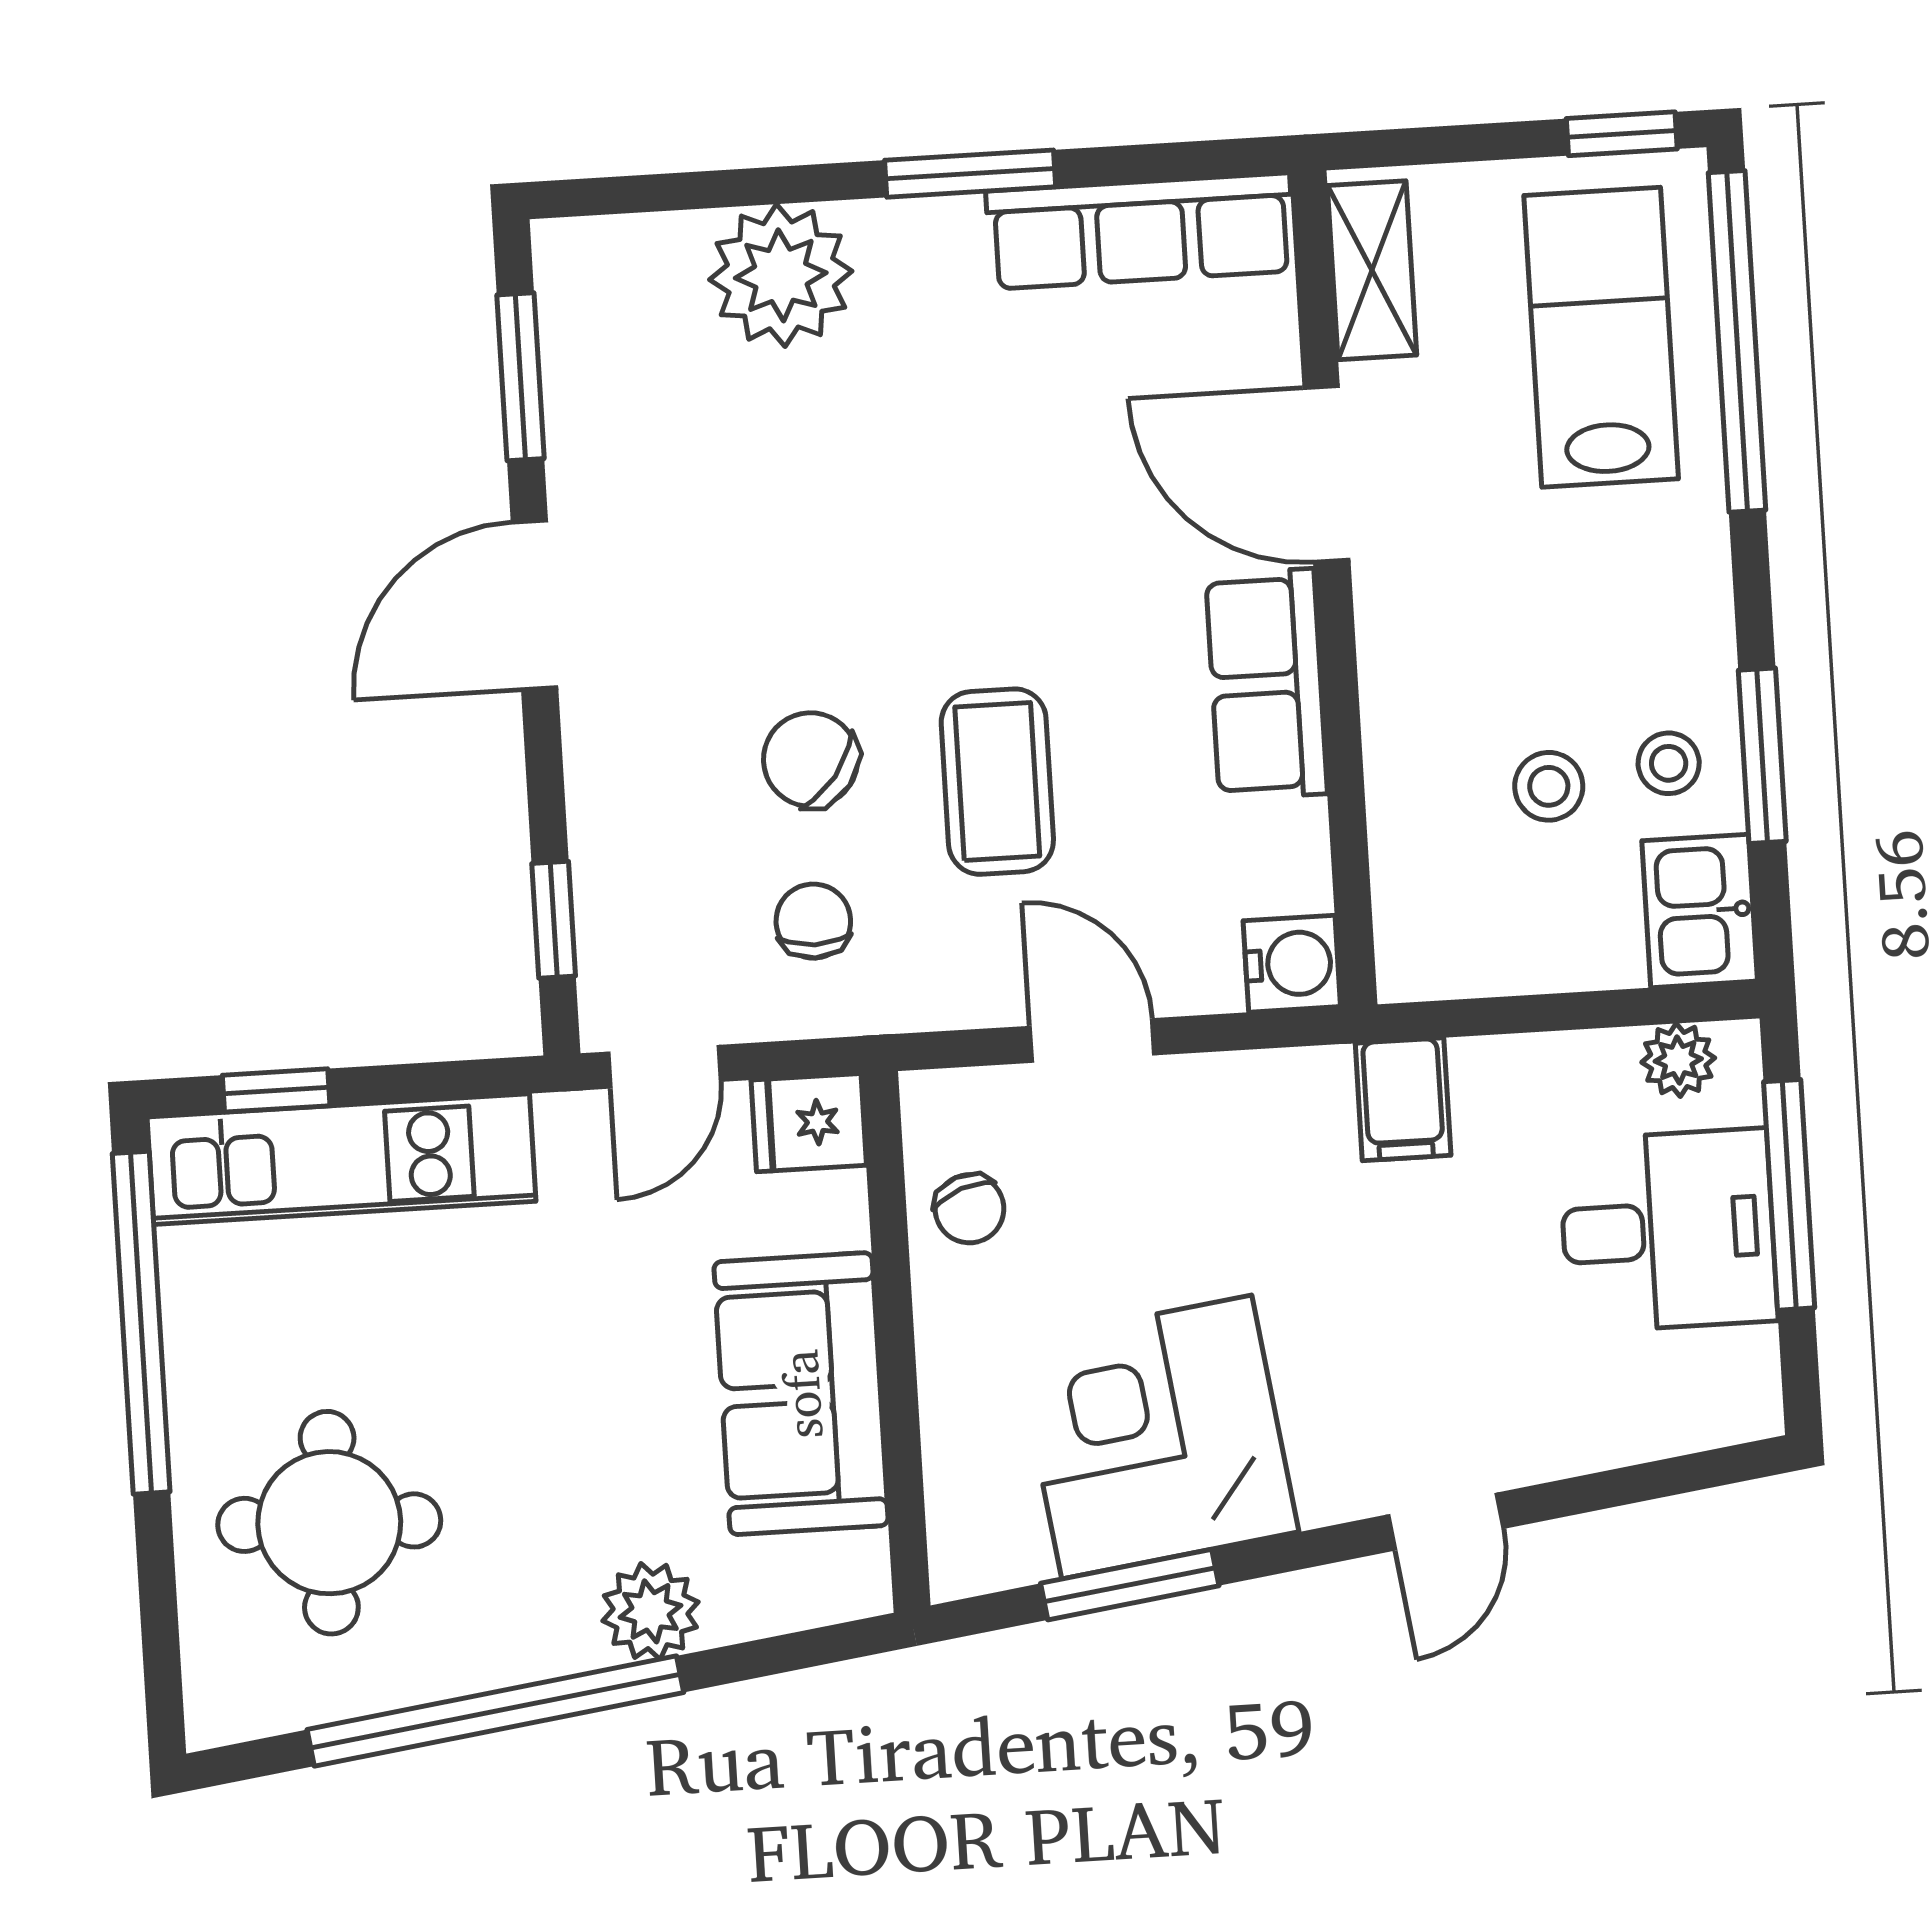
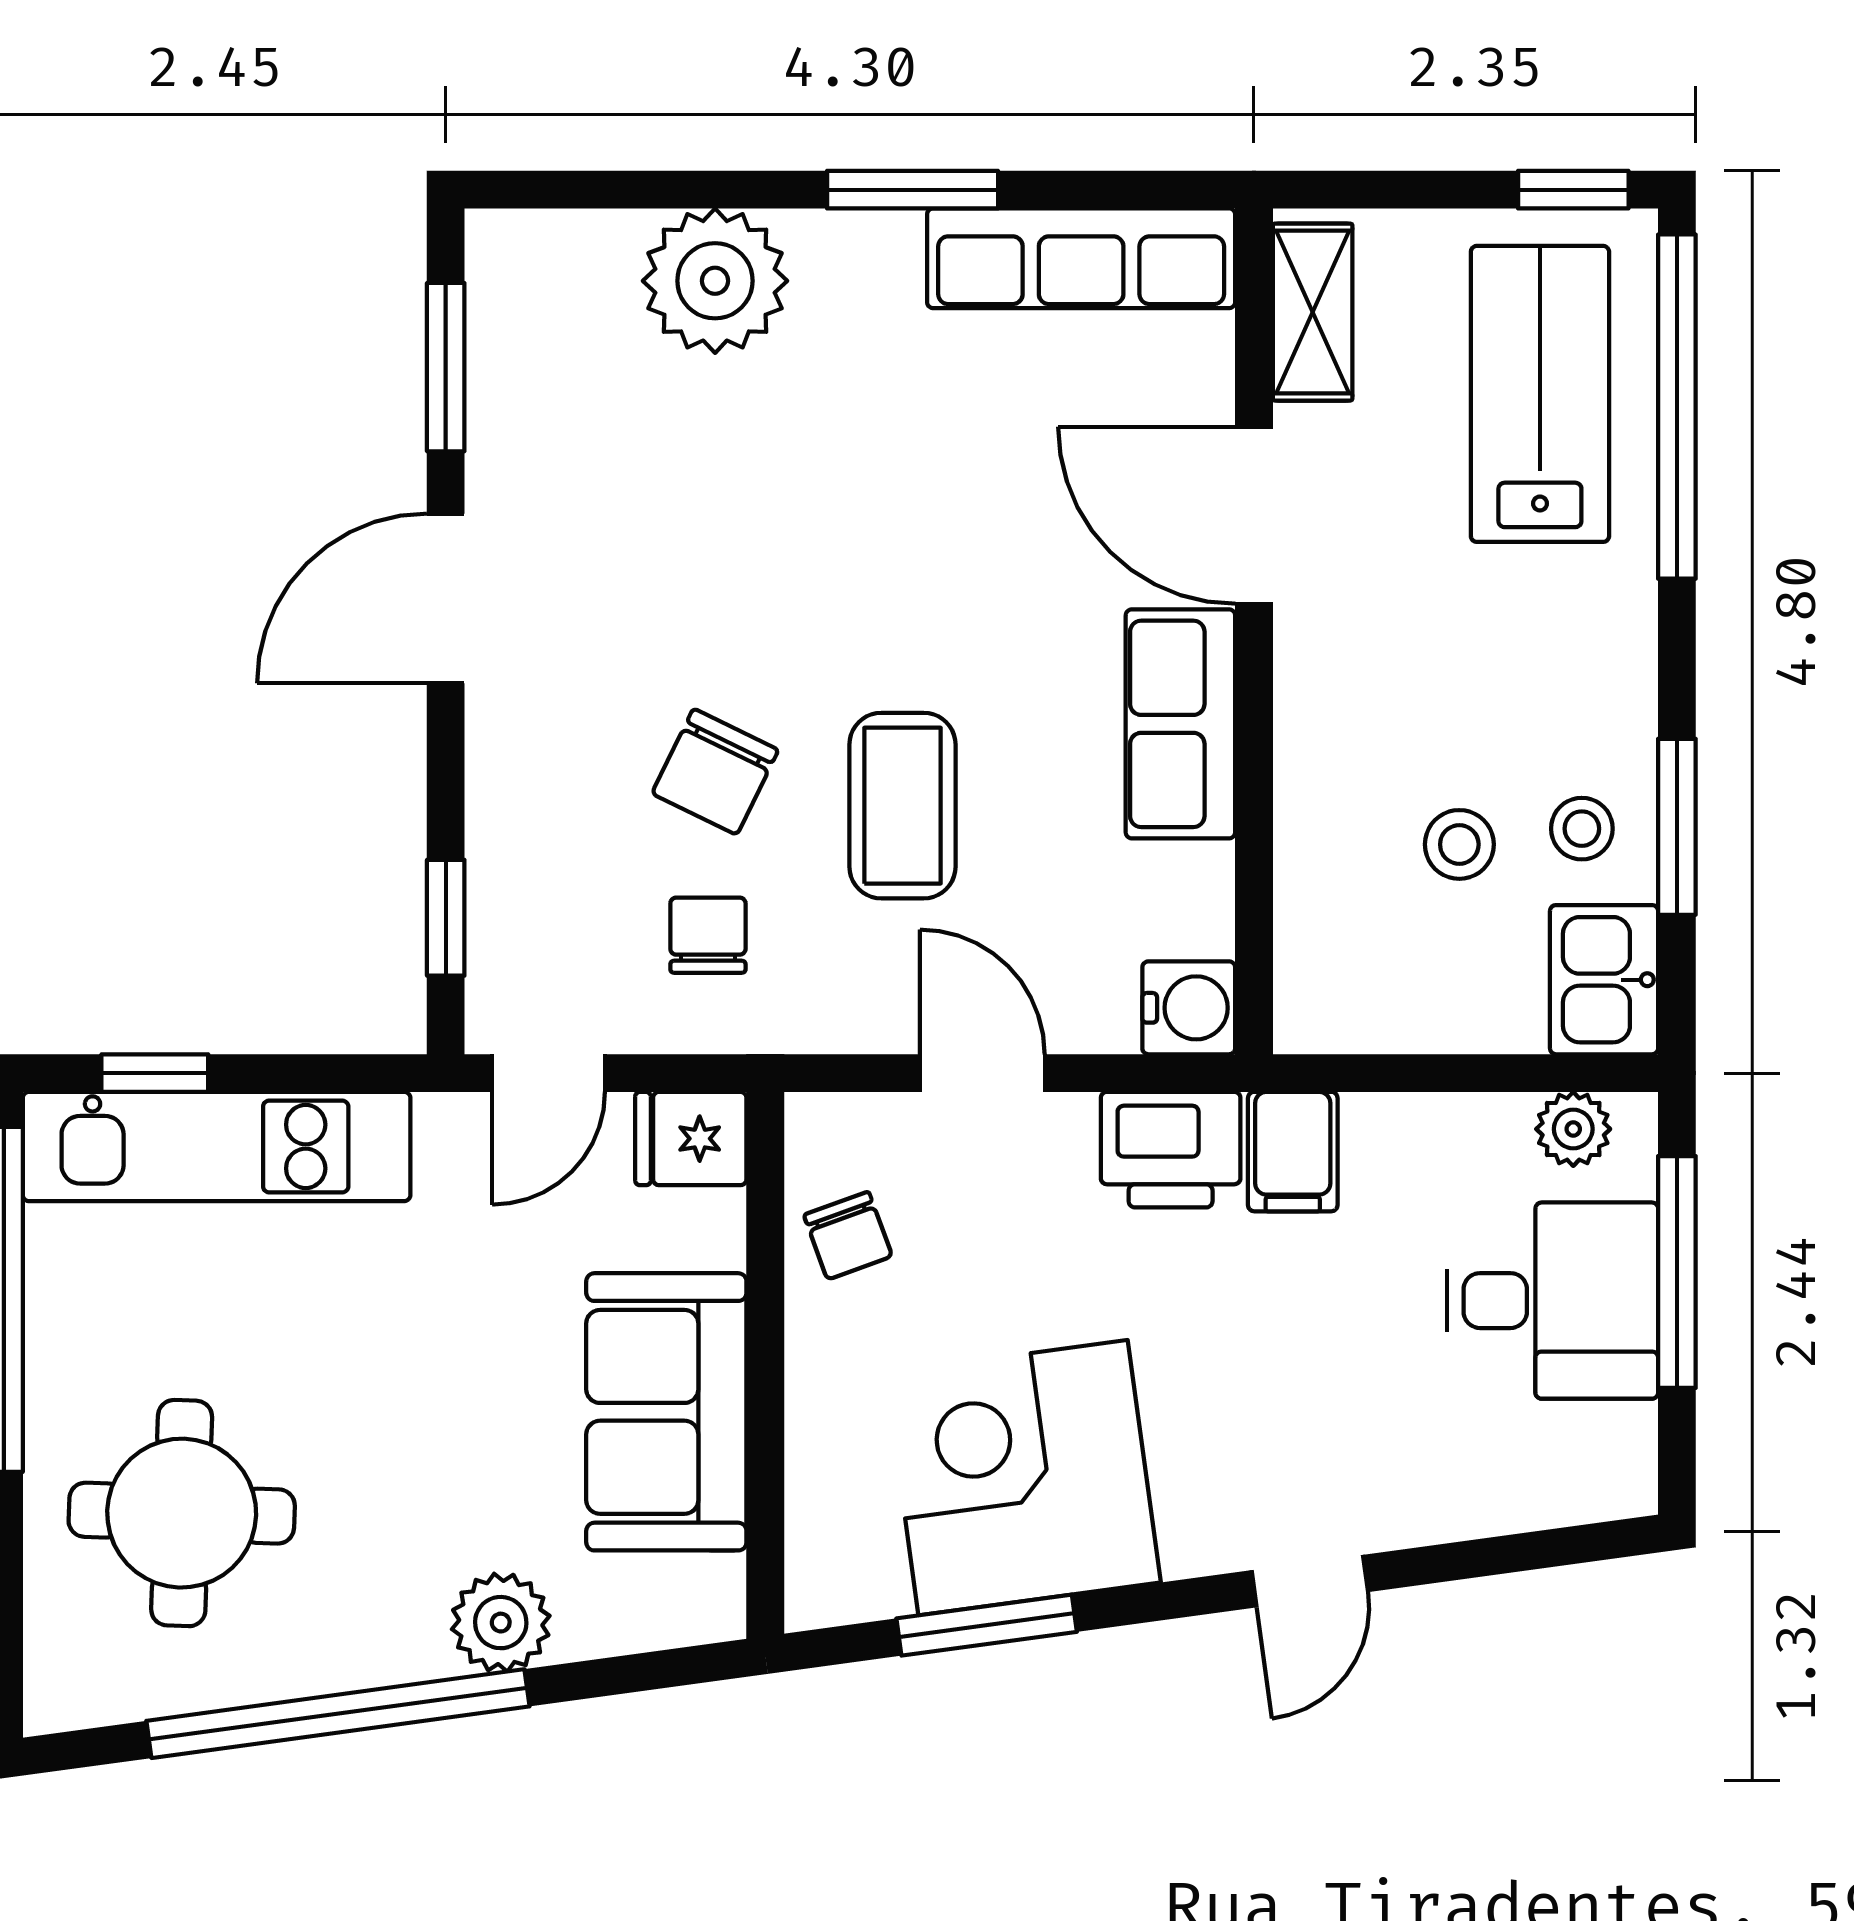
chair: (811, 760) -> (715, 772), turned -101
printer: (1282, 1105) -> (1171, 1150), added

